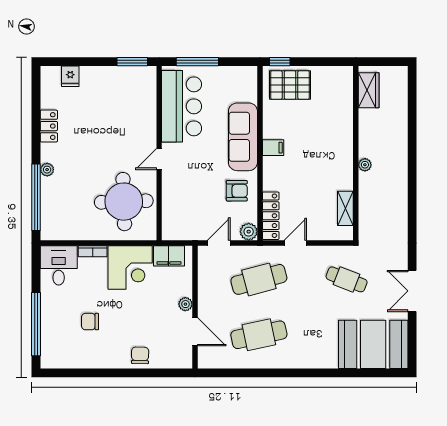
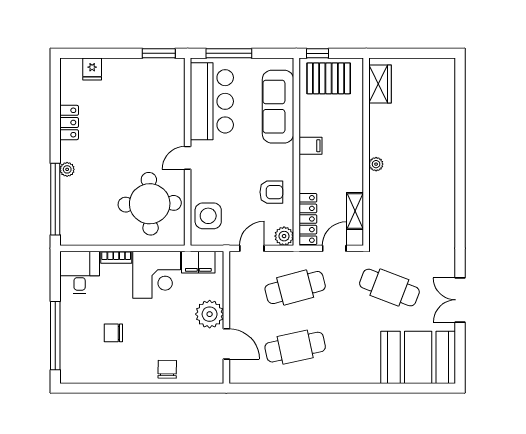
wardrobe: (369, 90) -> (380, 84), moved
sofa: (243, 137) -> (278, 107), moved
wall: (356, 153) -> (366, 152), moved
plant: (365, 165) -> (376, 164), moved
shelving: (345, 208) -> (355, 211), moved
side table: (178, 213) -> (208, 216), added
cafe table: (347, 279) -> (389, 288), width x1.37, depth x1.35
plant: (185, 304) -> (210, 314), width x1.87, depth x1.87

